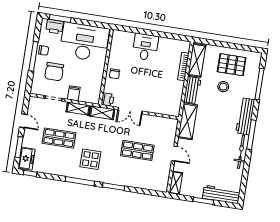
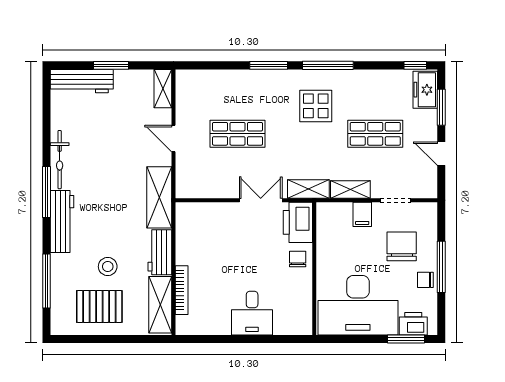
printer: (108, 100) -> (298, 222), width x1.87, depth x1.48

